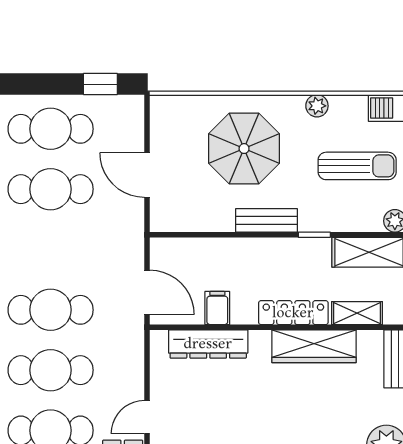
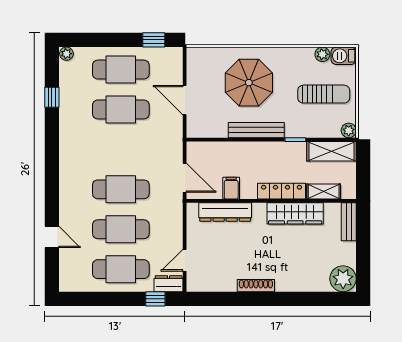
plant: (317, 106) -> (322, 54), moved
bench: (266, 220) -> (256, 130), width x1.36

